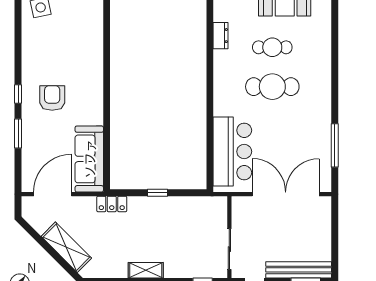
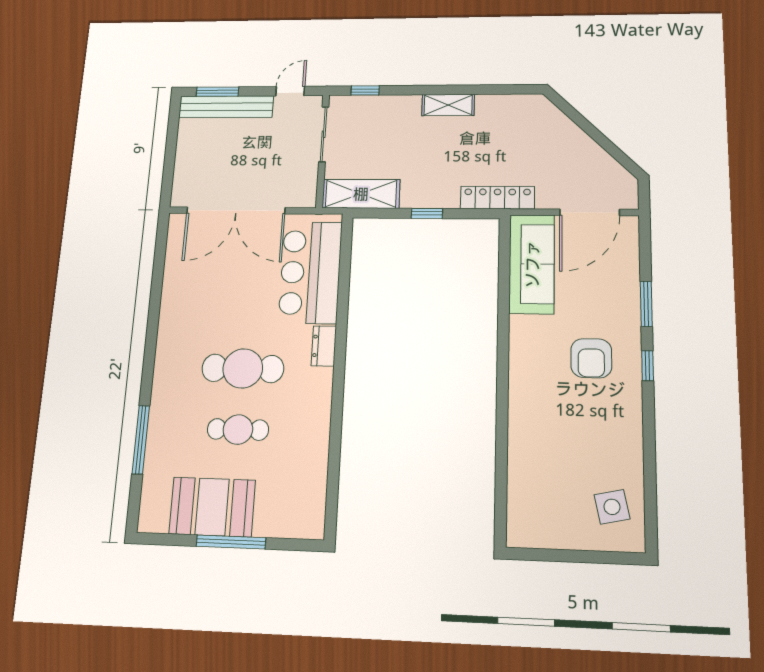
dresser: (221, 36) -> (324, 346), moved
window: (335, 145) -> (141, 440), moved
locker: (112, 204) -> (497, 198), width x1.53
shelving: (66, 247) -> (361, 194), moved, turned -45

